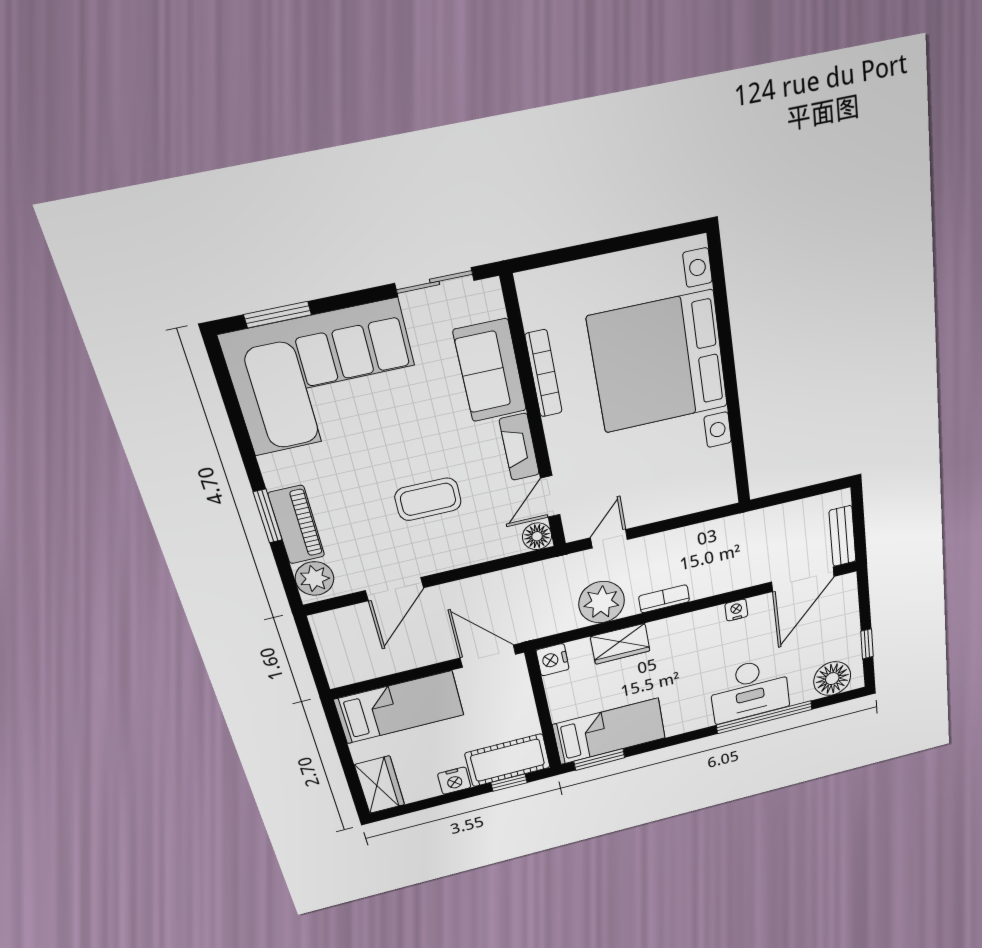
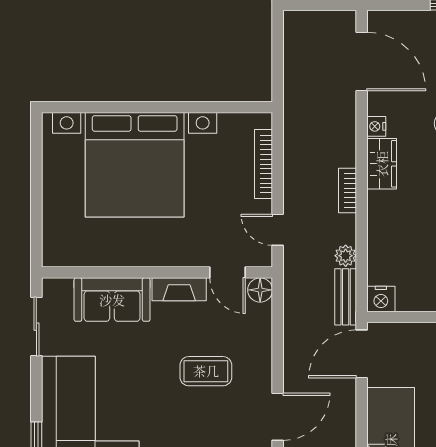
bookcase: (544, 374) -> (264, 164), moved, turned -90
coffee table: (428, 499) -> (206, 371), turned 90
bench: (842, 536) -> (346, 297), moved, turned 90
door: (395, 589) -> (278, 417), hinge flipped
plant: (602, 602) -> (346, 256), width x0.53, depth x0.53
wardrobe: (620, 644) -> (382, 164), moved

